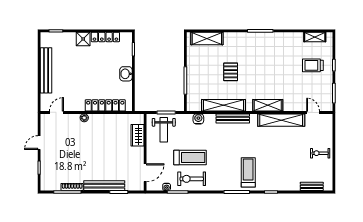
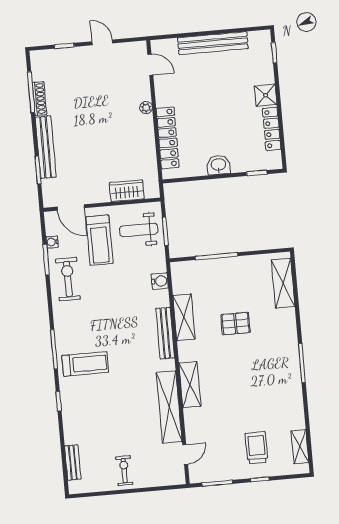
shelving: (223, 105) -> (184, 317), width x0.68
treadmill: (190, 158) -> (99, 240), moved

